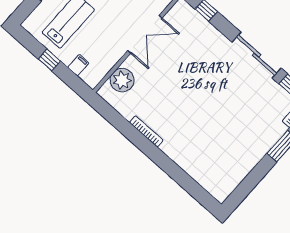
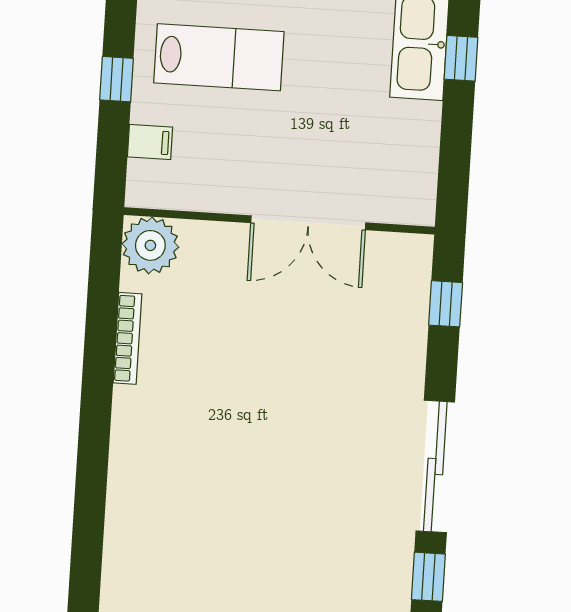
plant: (122, 80) -> (150, 245), moved
bookcase: (146, 131) -> (127, 338), moved

